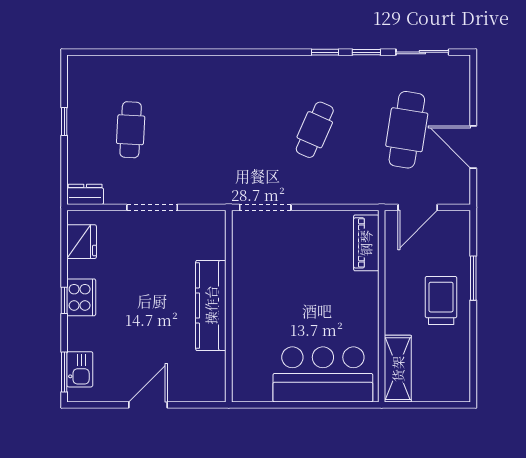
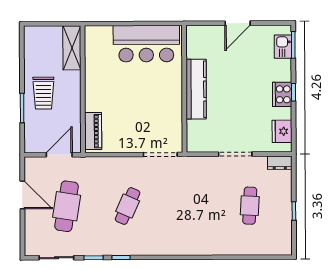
bar counter: (323, 374) -> (146, 44), moved

